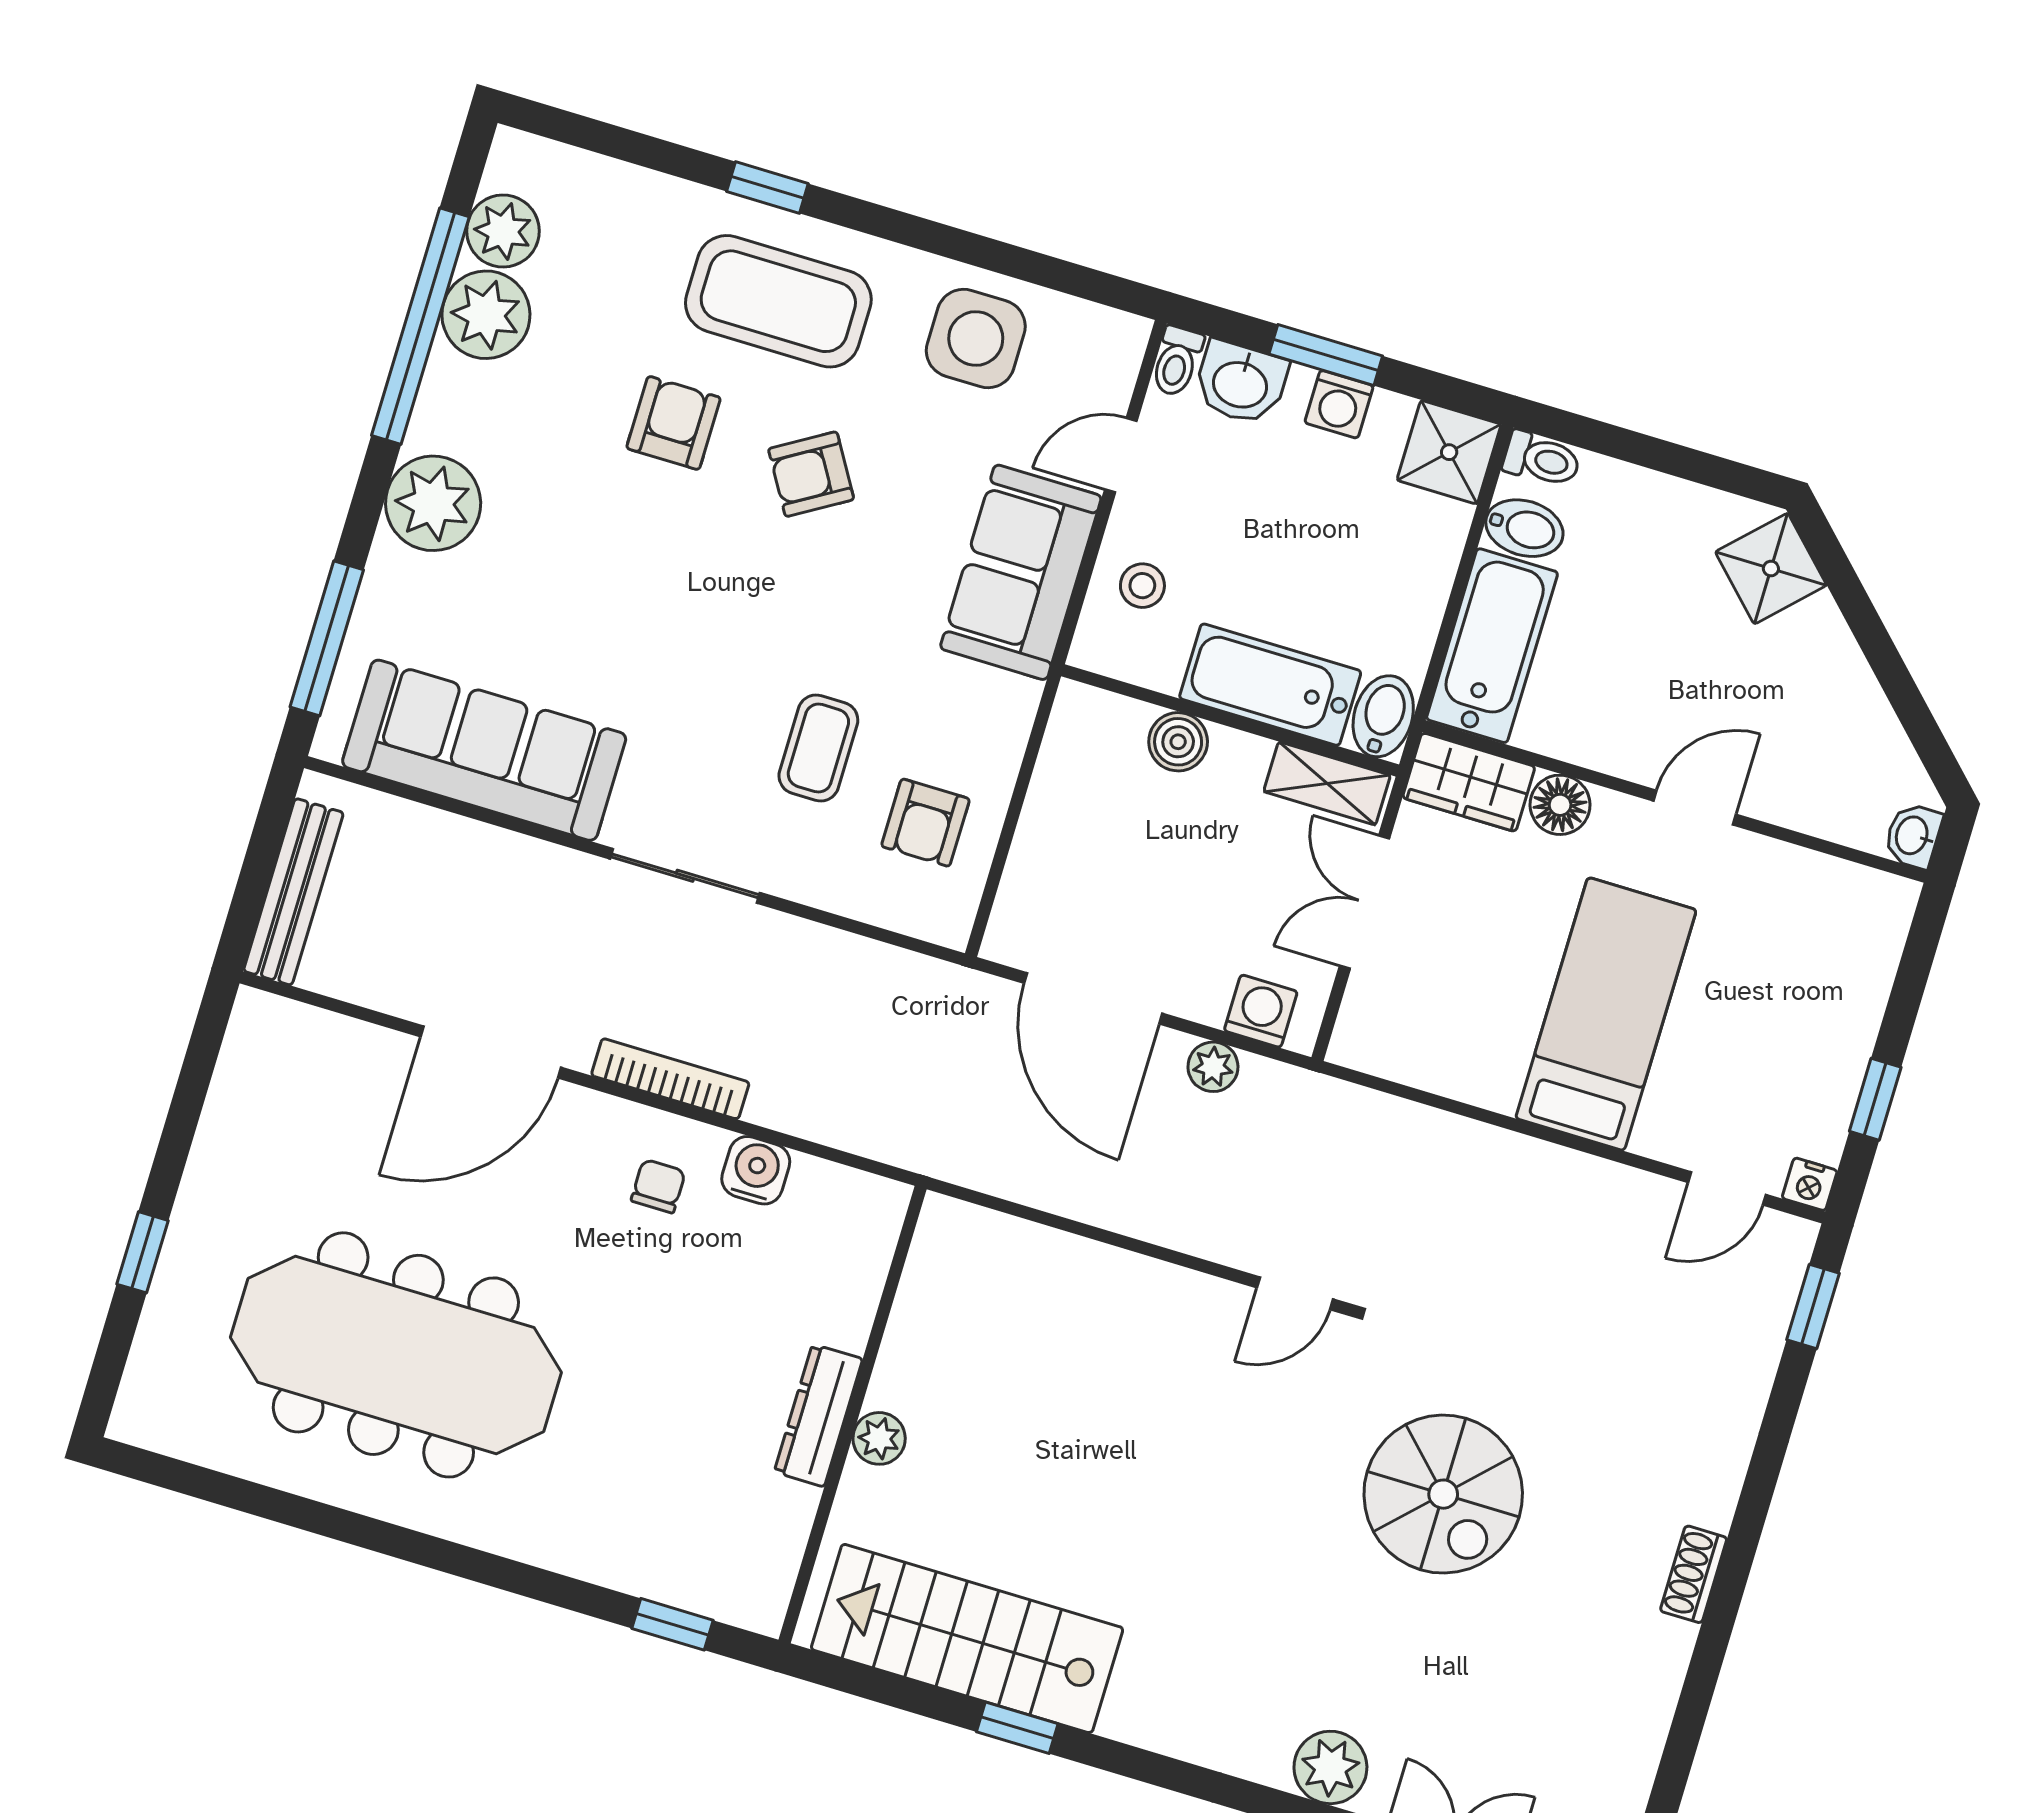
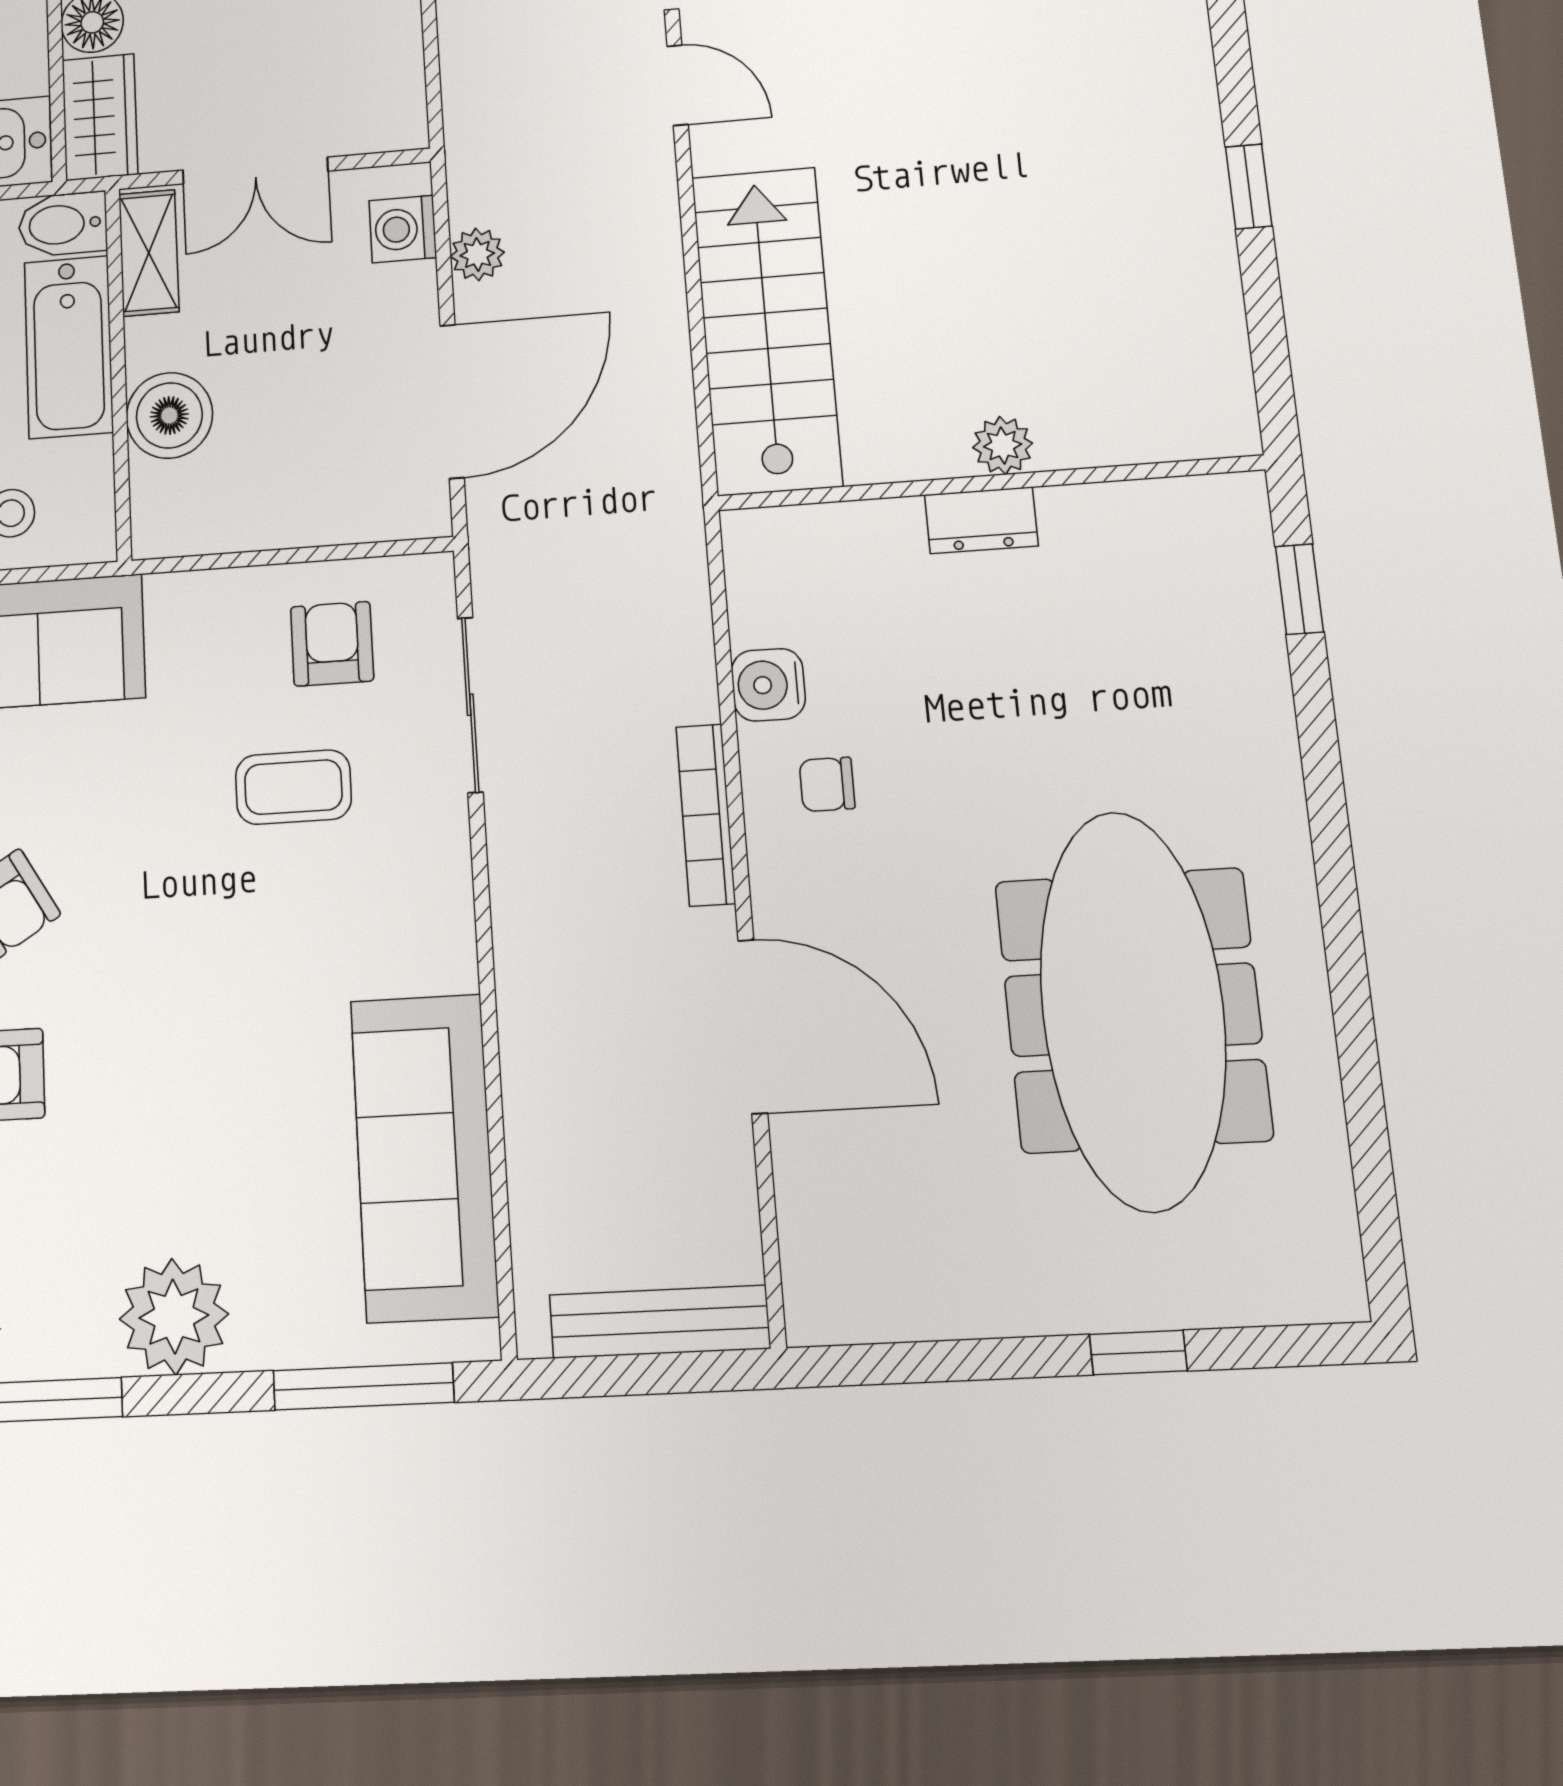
boiler: (1178, 742) -> (169, 415), width x1.36, depth x1.36
armchair: (925, 823) -> (332, 644), turned -90
sliding door: (685, 876) -> (470, 705), moved
dresser: (818, 1415) -> (981, 520), width x0.70
stairs: (967, 1639) -> (766, 330), moved, turned 180

